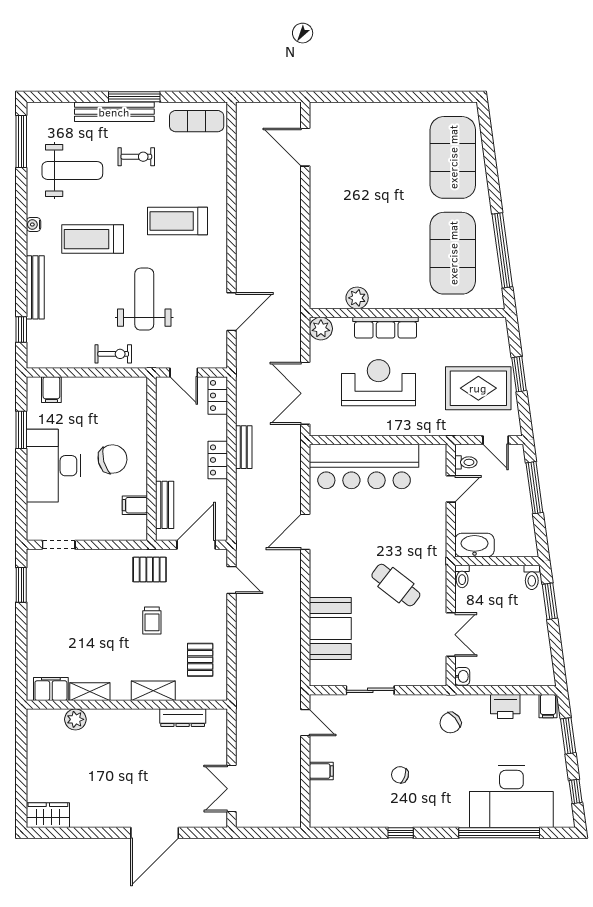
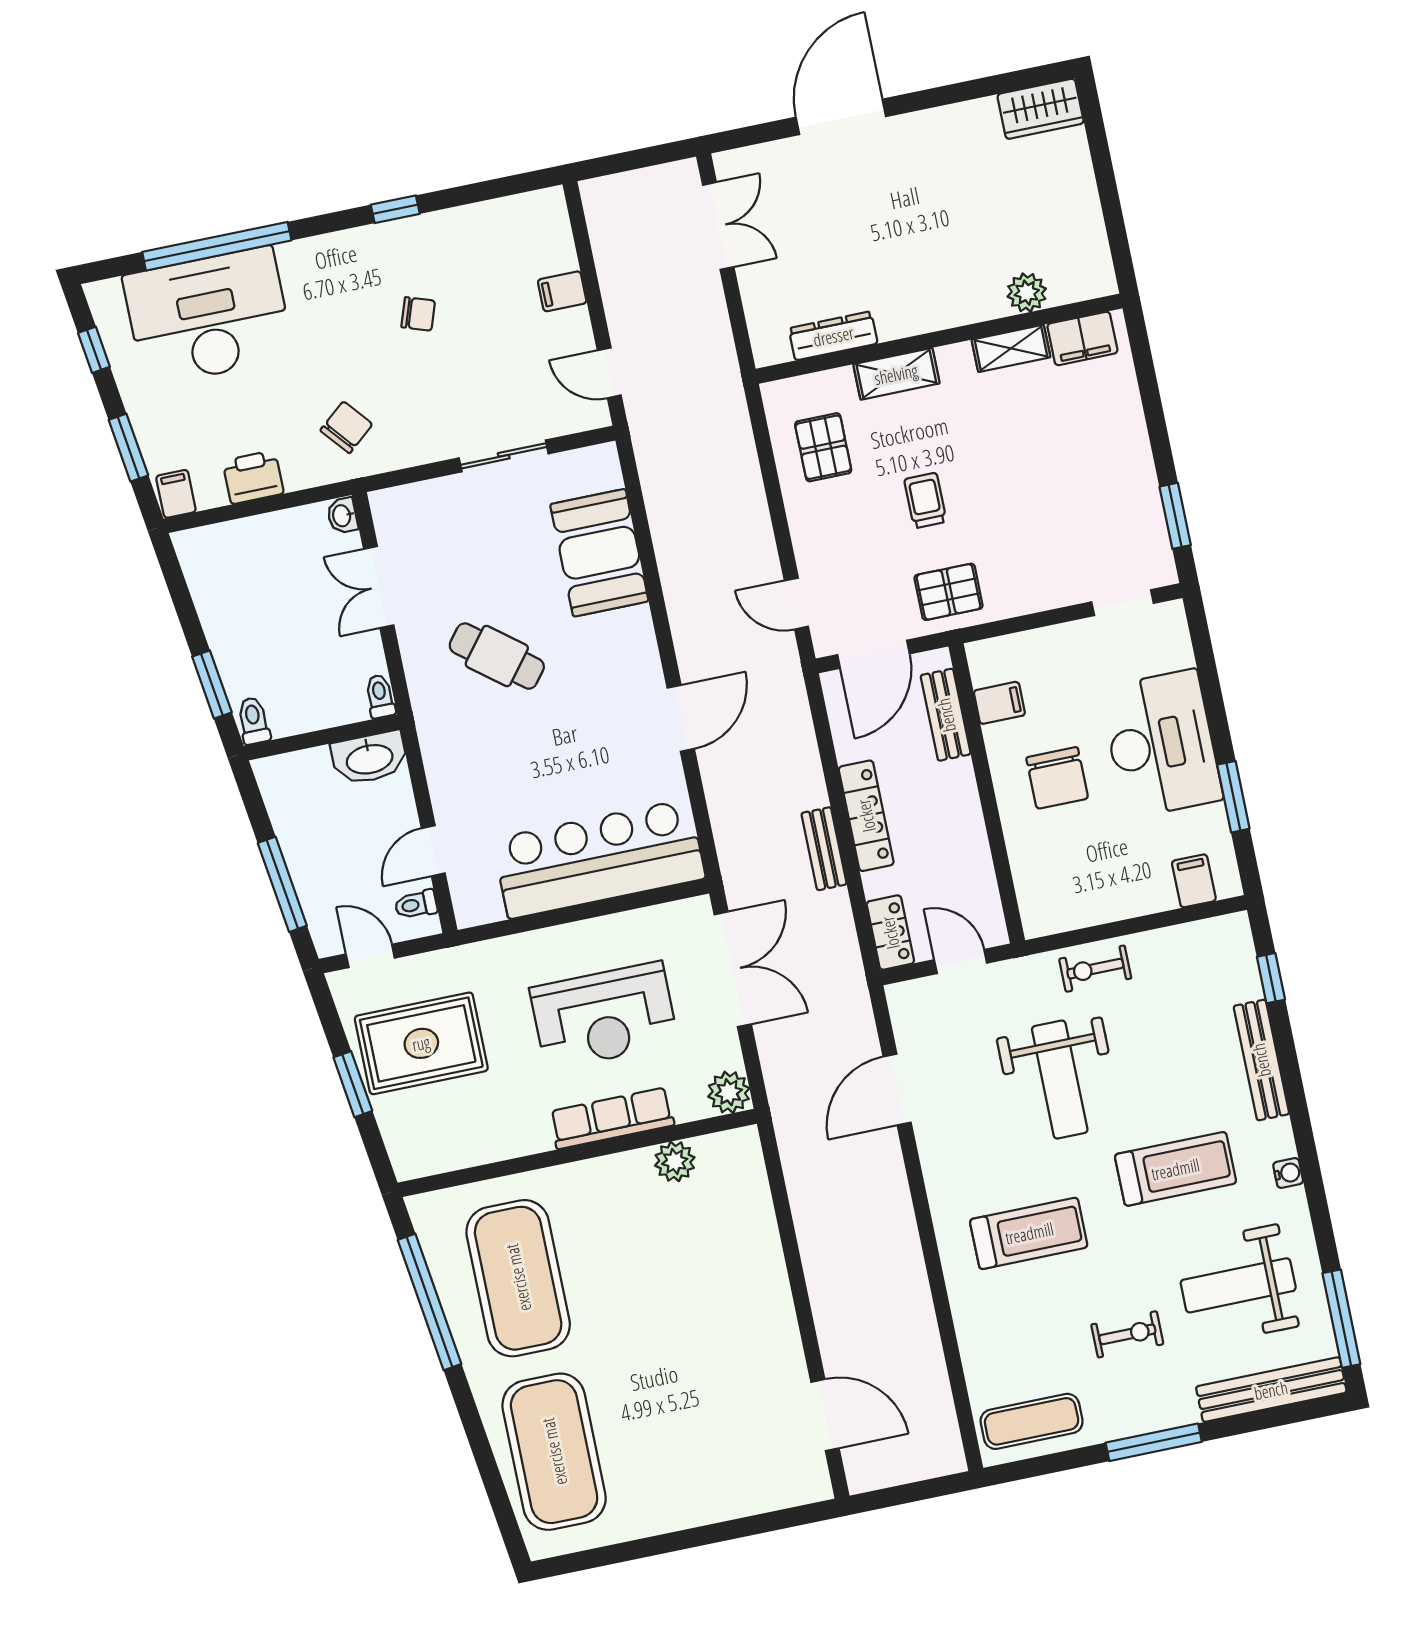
bench: (114, 112) -> (1271, 1390), moved
exercise bike: (136, 157) -> (1127, 1334), turned 180
chair: (112, 459) -> (1057, 778), turned -75
locker: (218, 460) -> (866, 816), width x1.53

